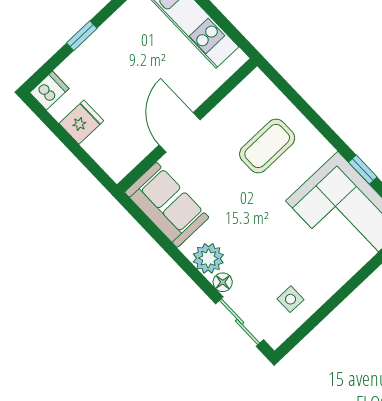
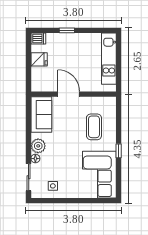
door: (180, 132) -> (69, 94), hinge flipped
coffee table: (267, 146) -> (94, 127), turned 90
window: (363, 170) -> (119, 151), moved

